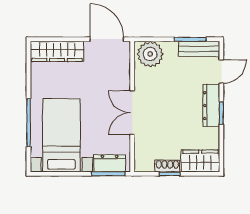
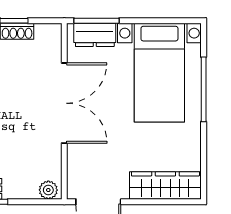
plant: (150, 54) -> (48, 190), width x0.53, depth x0.53
double door: (132, 113) -> (64, 103), width x1.37

